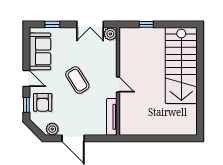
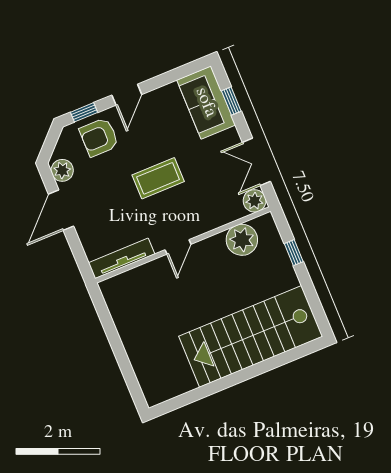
plant: (128, 49) -> (242, 240), added
sofa: (40, 51) -> (206, 102), moved, turned 90
coffee table: (77, 80) -> (158, 178), turned 32

